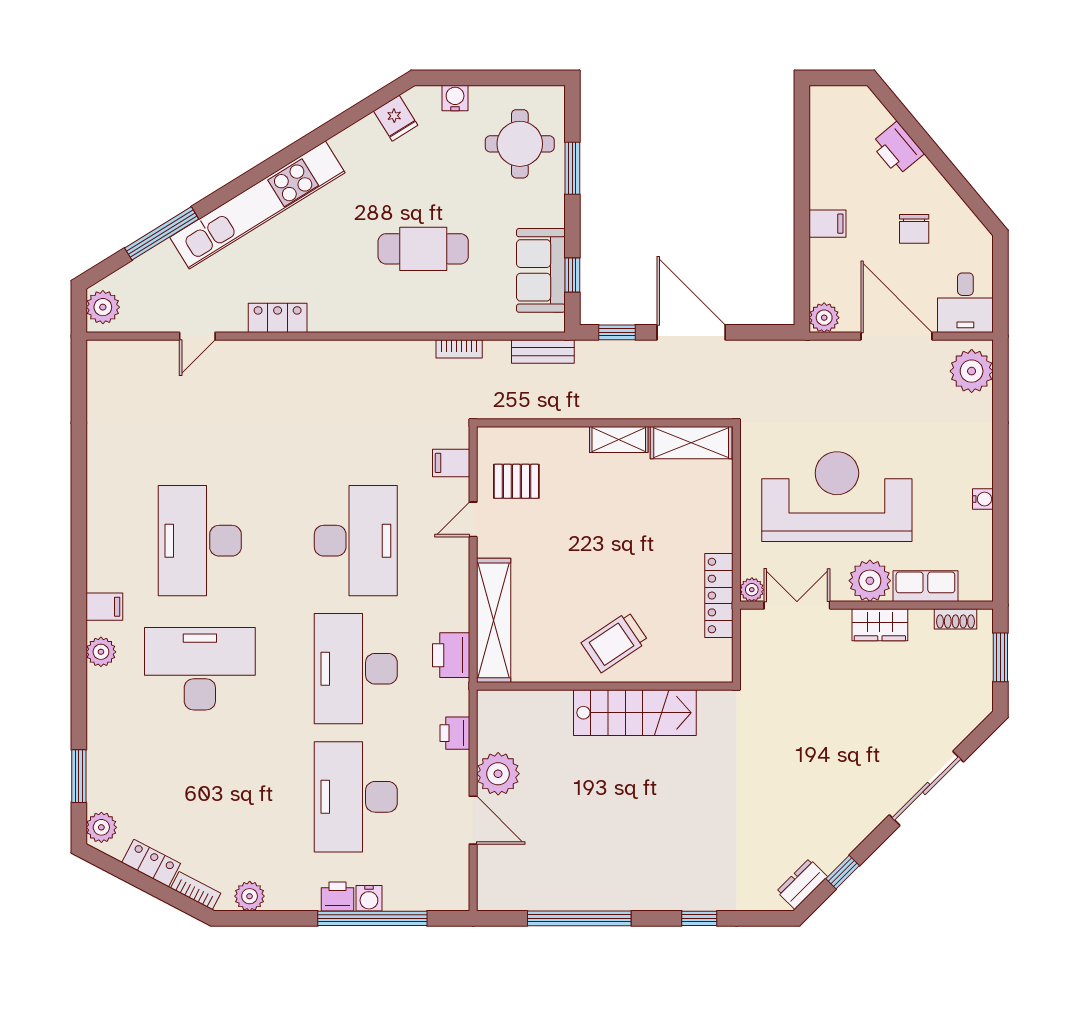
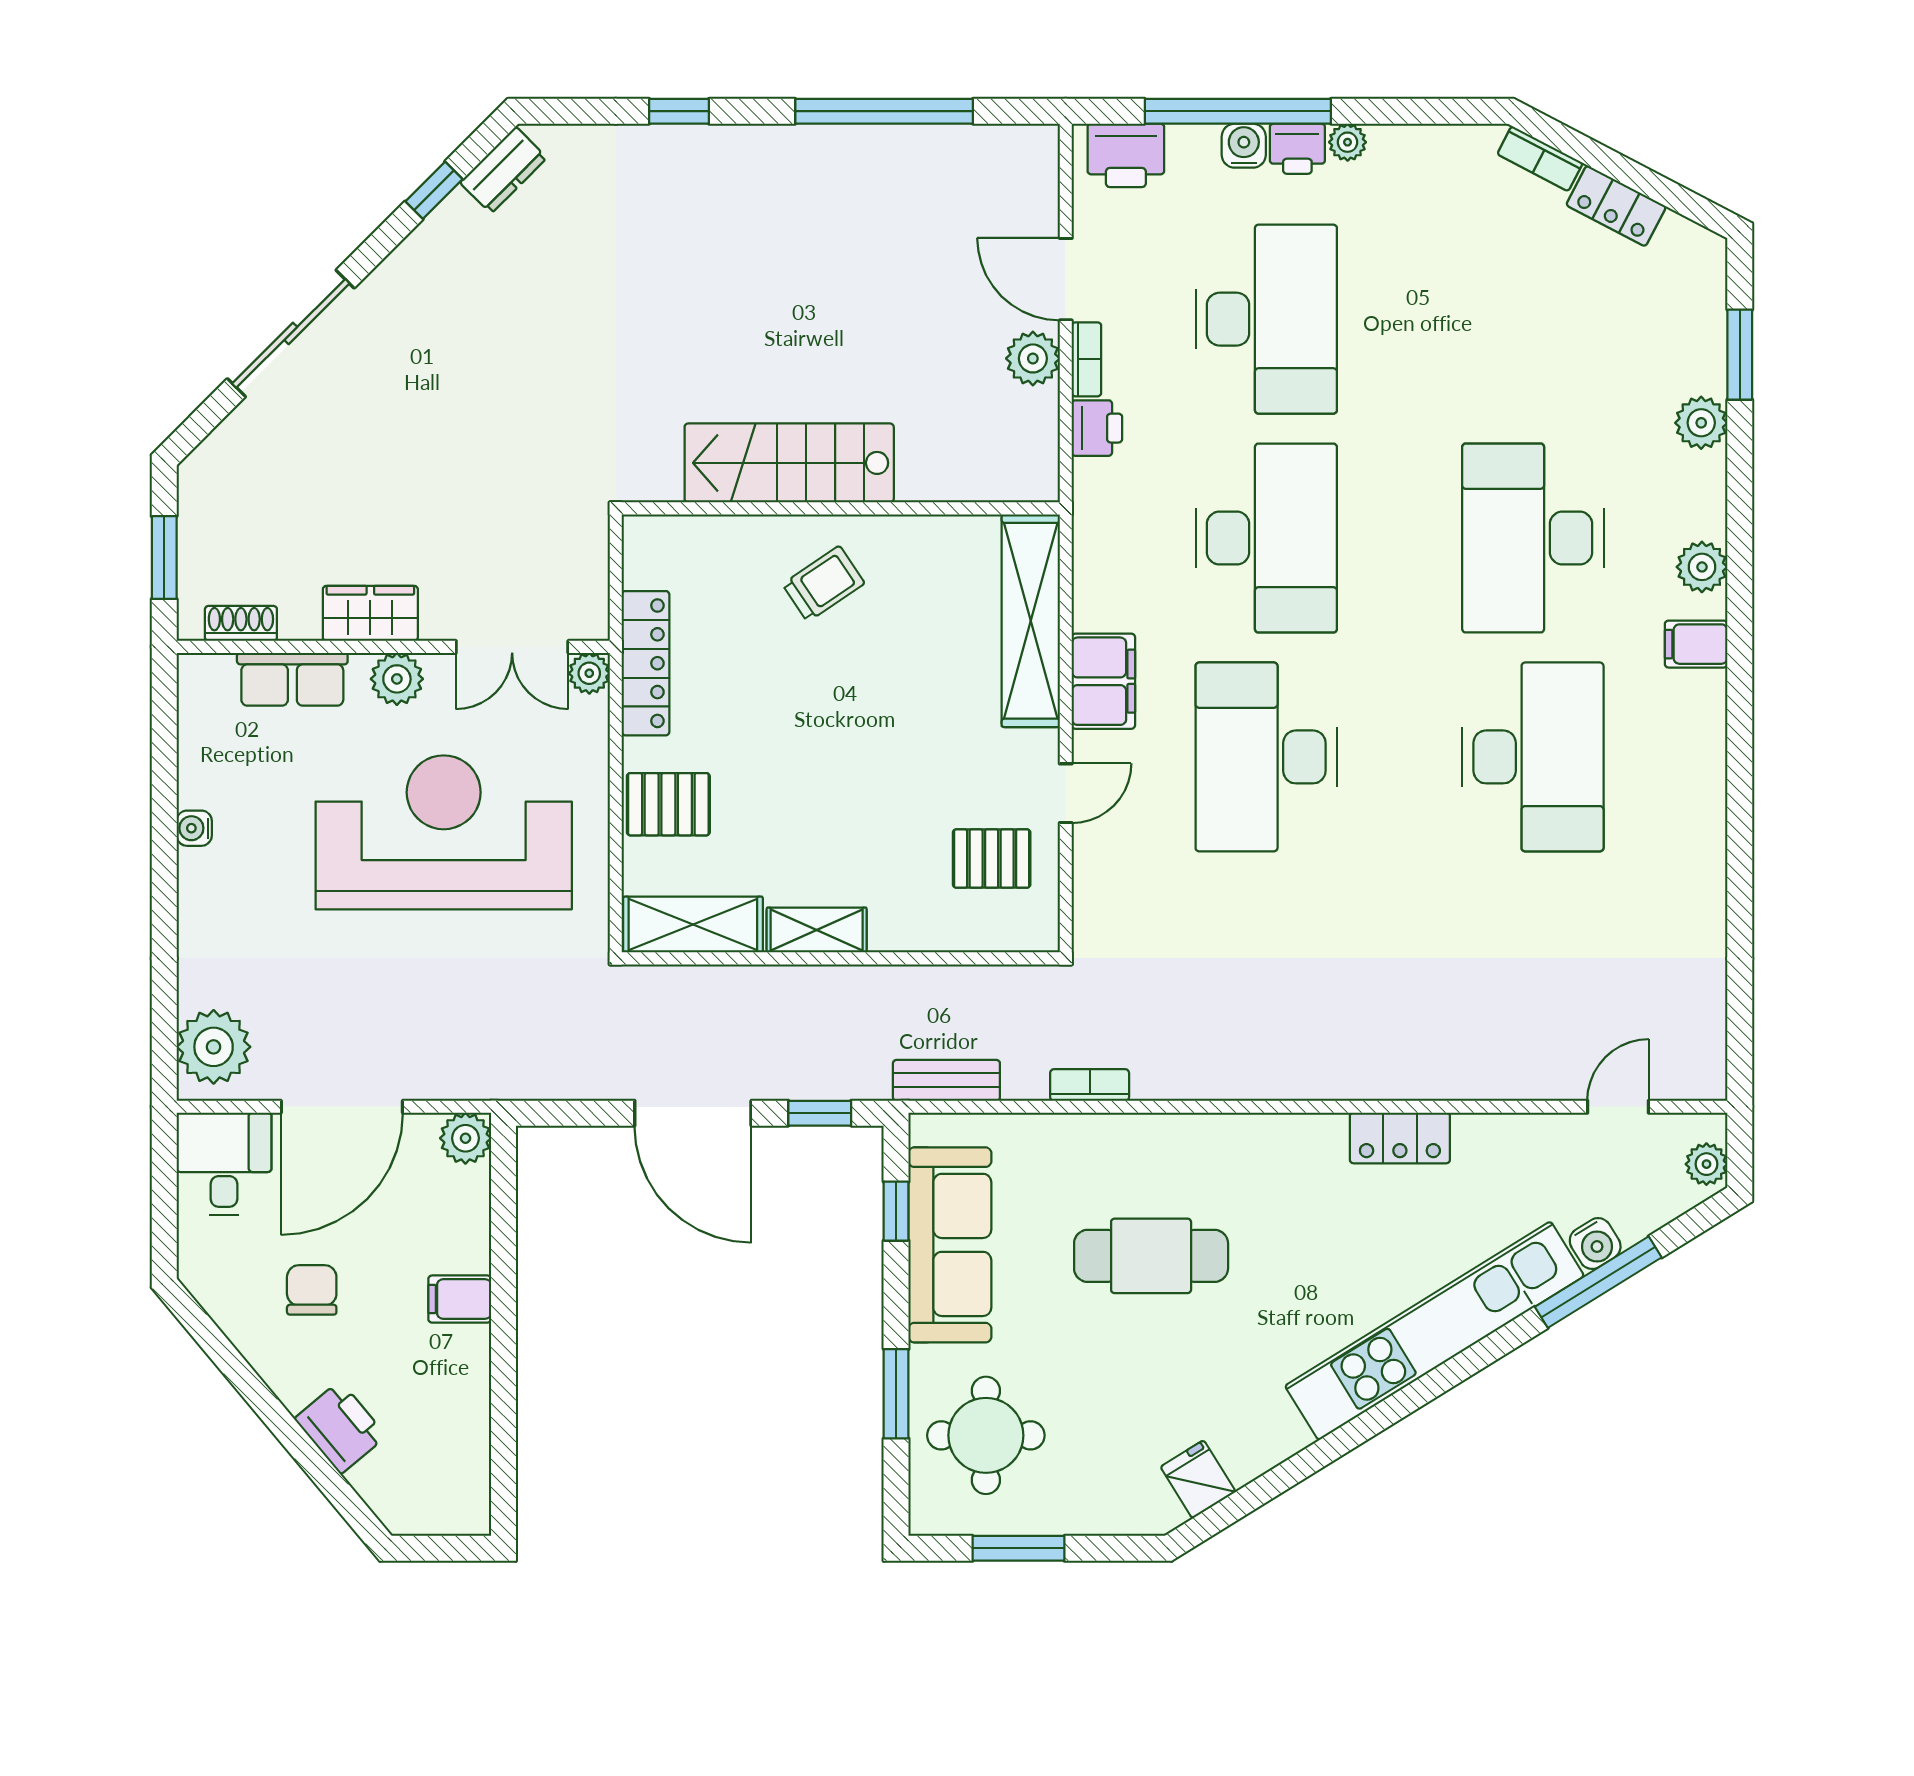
window: (501, 78) -> (1018, 1548), added
water cooler: (455, 98) -> (1595, 1244), moved, turned -32
sofa: (541, 270) -> (950, 1245), width x1.36
plant: (103, 307) -> (1706, 1164), width x0.73, depth x0.73
door: (197, 336) -> (1618, 1107), moved
door: (897, 336) -> (342, 1107), hinge flipped
filing cabinet: (451, 463) -> (1103, 681), moved, width x2.00
reception desk: (837, 497) -> (444, 832), turned 180
pallet: (706, 513) -> (668, 804), added
plant: (870, 581) -> (397, 679), width x0.73, depth x0.73
trolley: (615, 642) -> (824, 584), width x0.73, depth x0.72
printer: (451, 655) -> (1126, 155), moved, turned 90
desk: (200, 669) -> (1533, 538), turned 90
bookcase: (461, 773) -> (1086, 359), added
plant: (498, 774) -> (1033, 358), width x0.73, depth x0.73
plant: (101, 827) -> (1701, 423), moved
plant: (250, 896) -> (1348, 142), moved, width x0.73, depth x0.73

